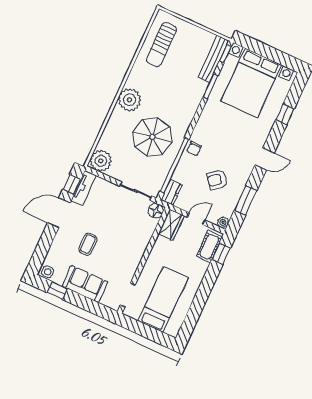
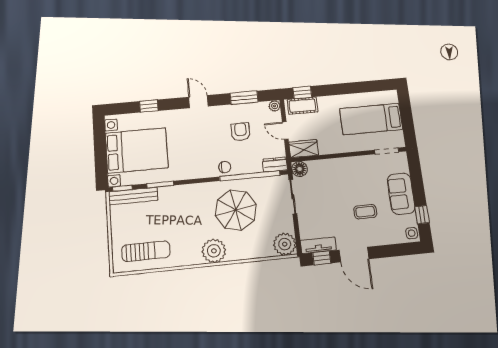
armchair: (217, 180) -> (241, 132), turned -142

